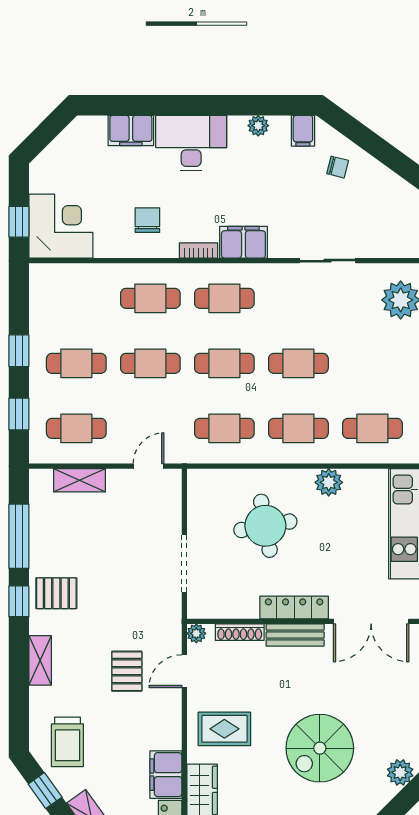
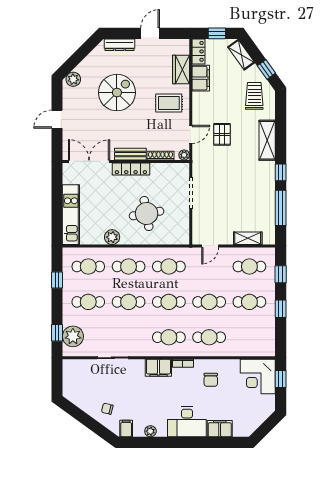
cafe table: (372, 363) -> (88, 302), added
pallet: (56, 593) -> (260, 177), removed
shelving: (40, 660) -> (267, 140), width x1.50, depth x1.33

